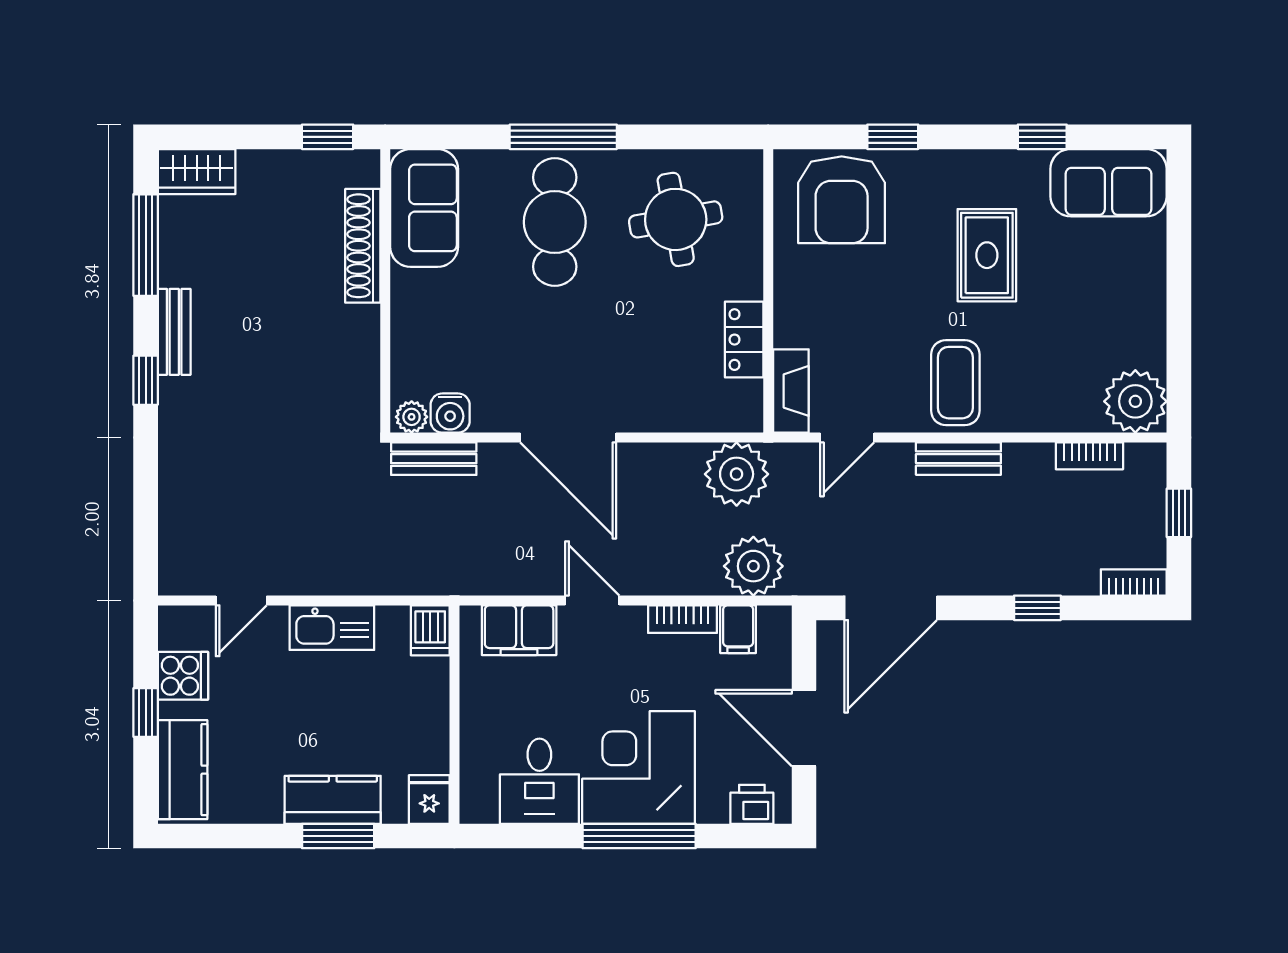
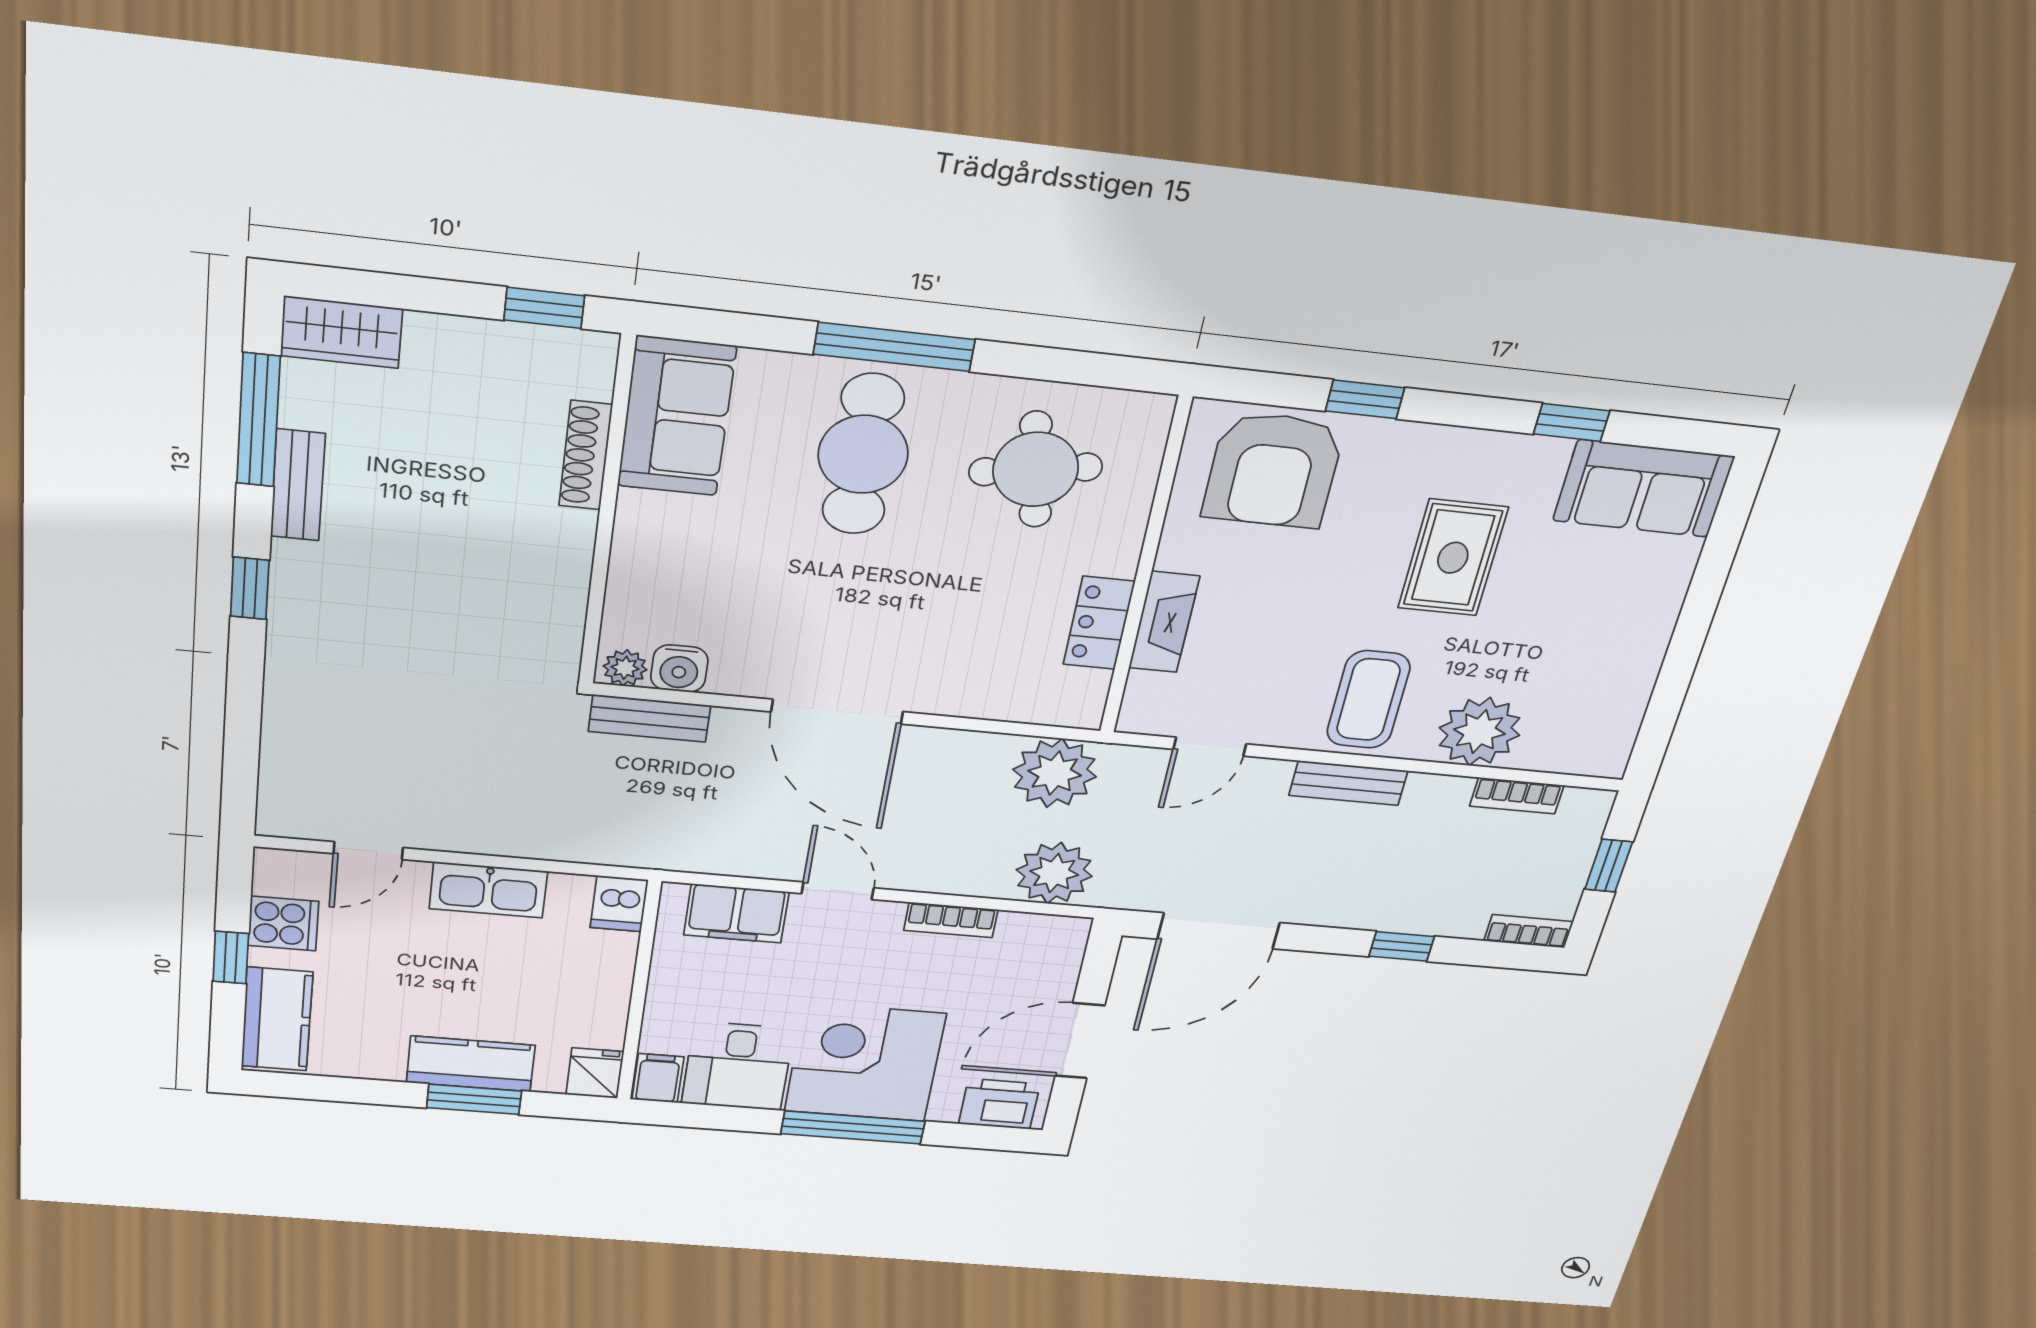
shoe rack: (363, 246) -> (586, 455), width x0.74, depth x0.81
bench: (174, 332) -> (298, 485), moved
fireplace: (791, 391) -> (1164, 622), moved
plant: (1135, 401) -> (1479, 732), moved
filing cabinet: (738, 629) -> (658, 1078), moved, turned 180
door: (804, 728) -> (1080, 1041), hinge flipped
printer: (752, 804) -> (999, 1104), width x1.36, depth x1.24

